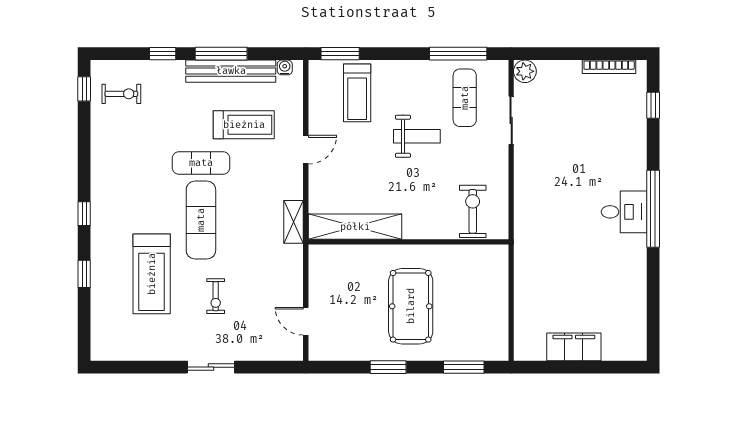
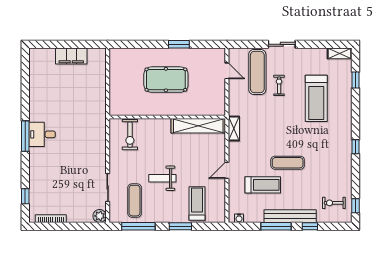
window: (340, 54) -> (180, 226), moved
bench: (231, 71) -> (290, 216), moved
treadmill: (244, 125) -> (263, 185), turned 180
window: (653, 209) -> (25, 136), width x0.68
window: (84, 214) -> (355, 147), moved
exercise mat: (201, 220) -> (257, 72), moved
window: (84, 274) -> (355, 80), moved
treadmill: (152, 274) -> (316, 98), turned 180
pool table: (411, 306) -> (166, 80), turned 90
shelving: (112, 351) -> (340, 53), added
window: (464, 367) -> (135, 44), removed

